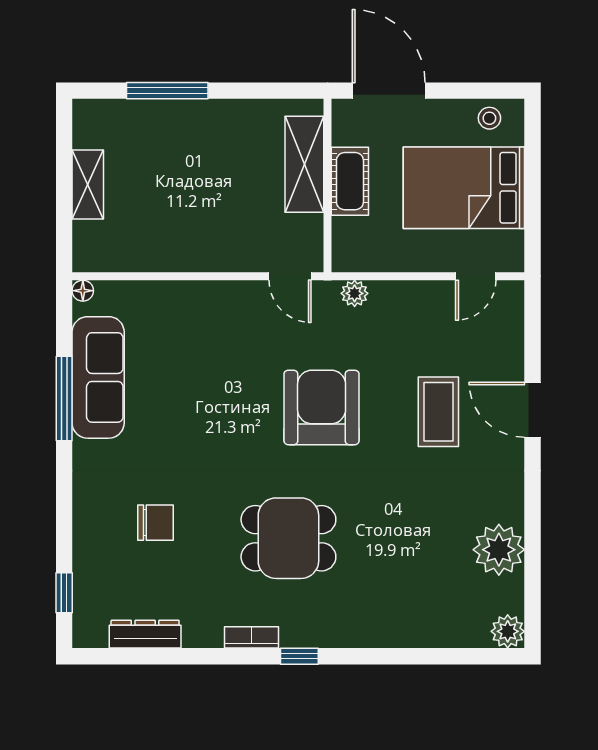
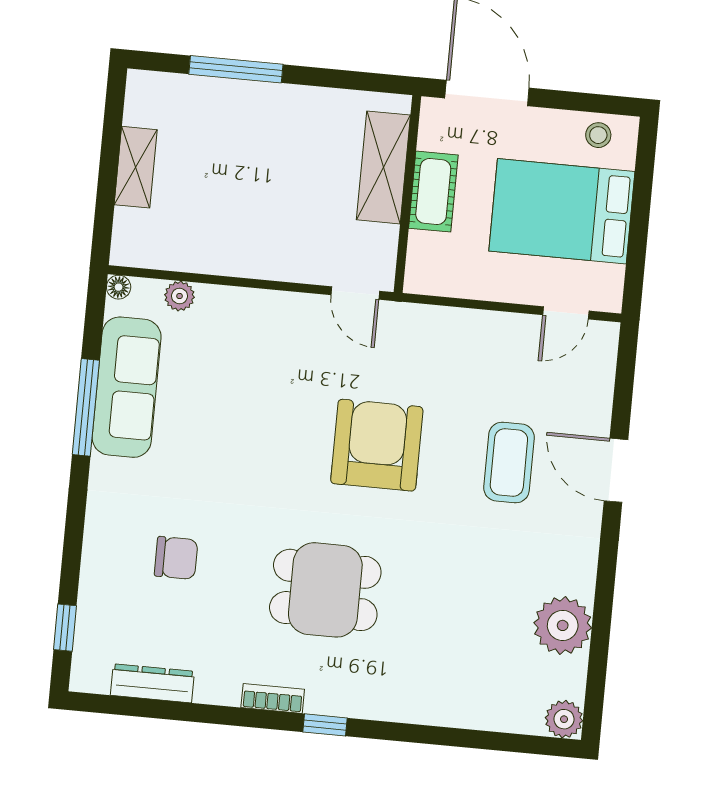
plant: (355, 293) -> (180, 296), moved

